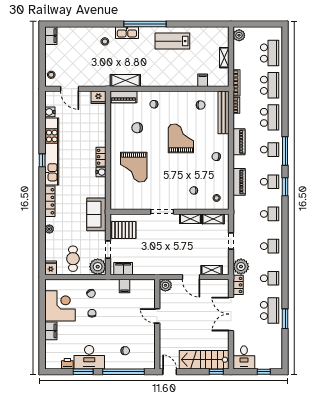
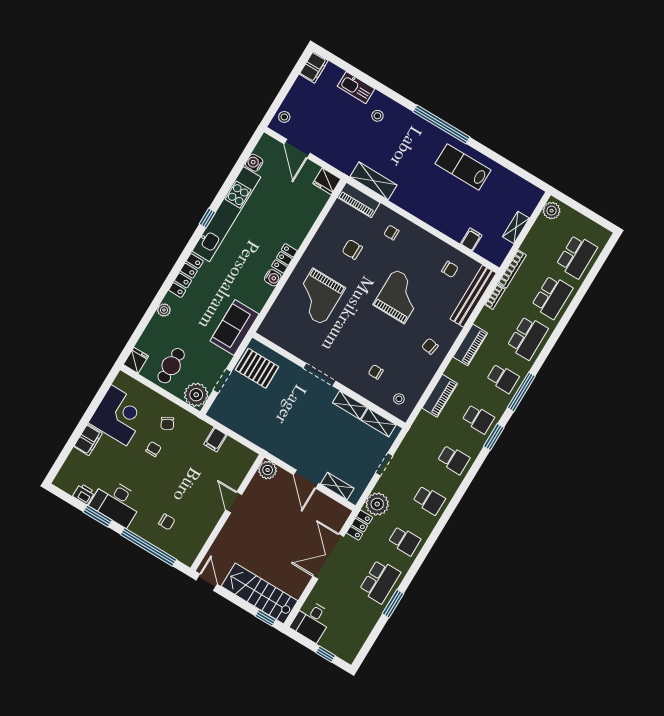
kitchen sink: (127, 33) -> (356, 88), moved
filing cabinet: (123, 269) -> (227, 417), removed

